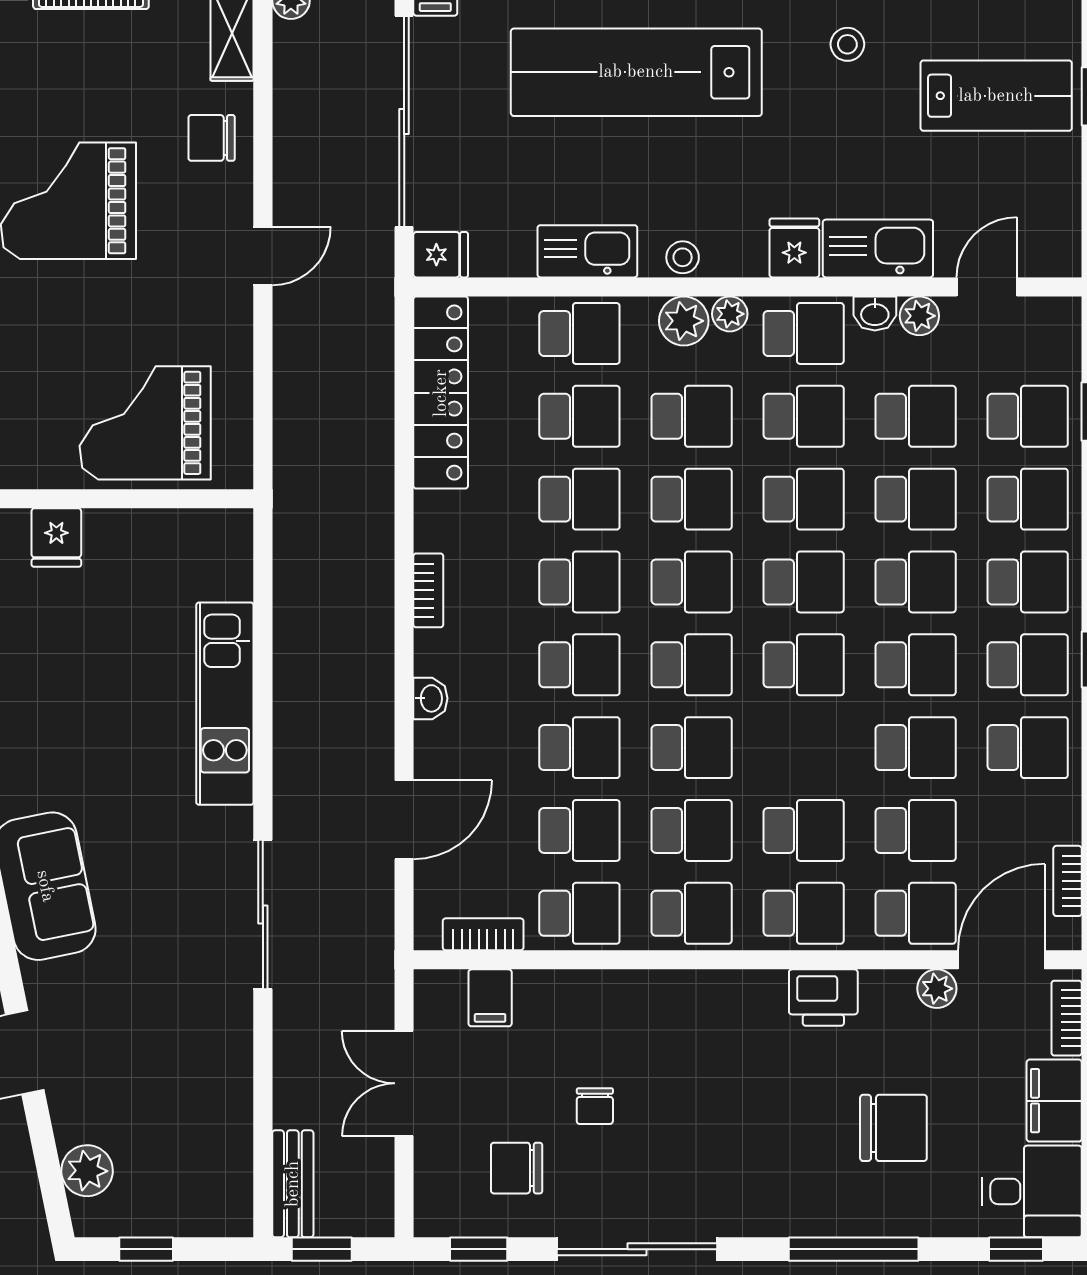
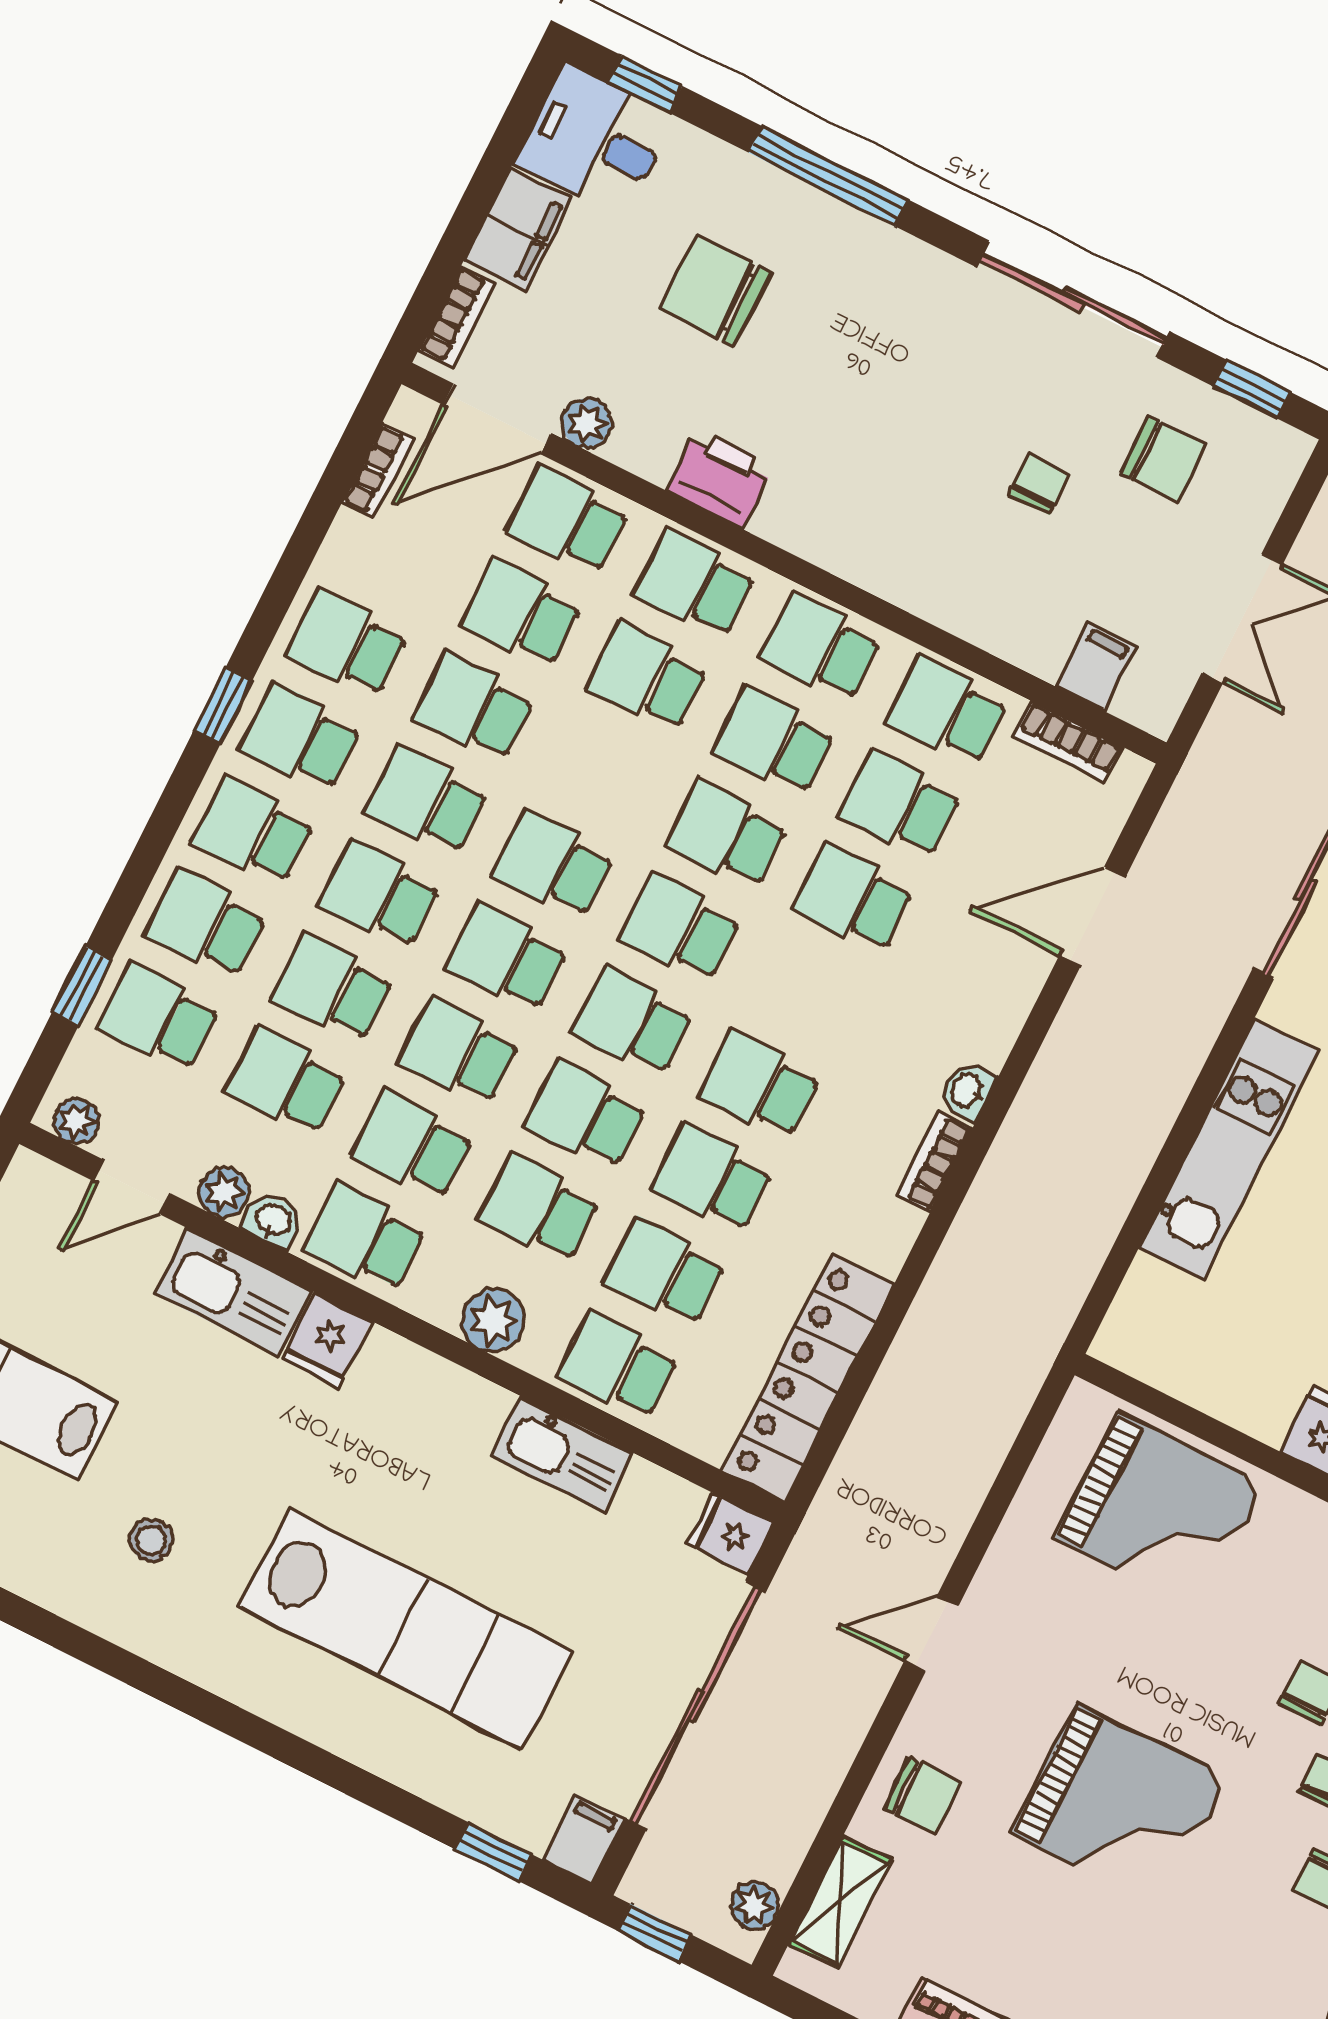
stool: (683, 257) -> (458, 1393), removed
plant: (730, 314) -> (76, 1121), moved
school desk: (579, 665) -> (806, 992), removed
washbasin: (430, 698) -> (967, 1091), moved

